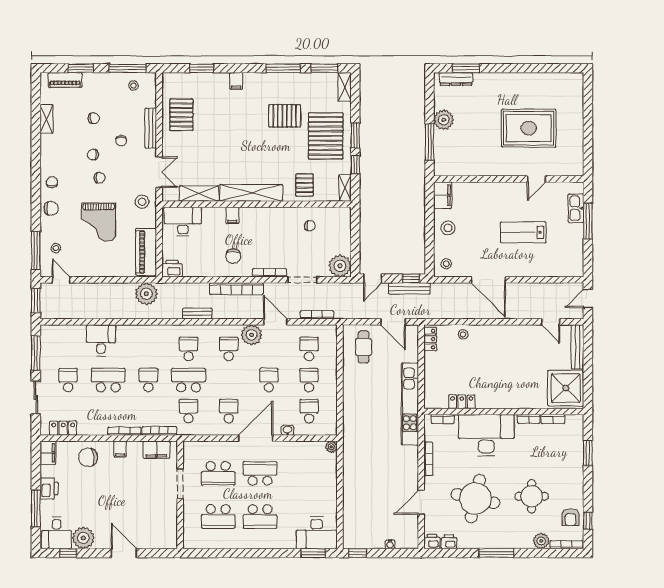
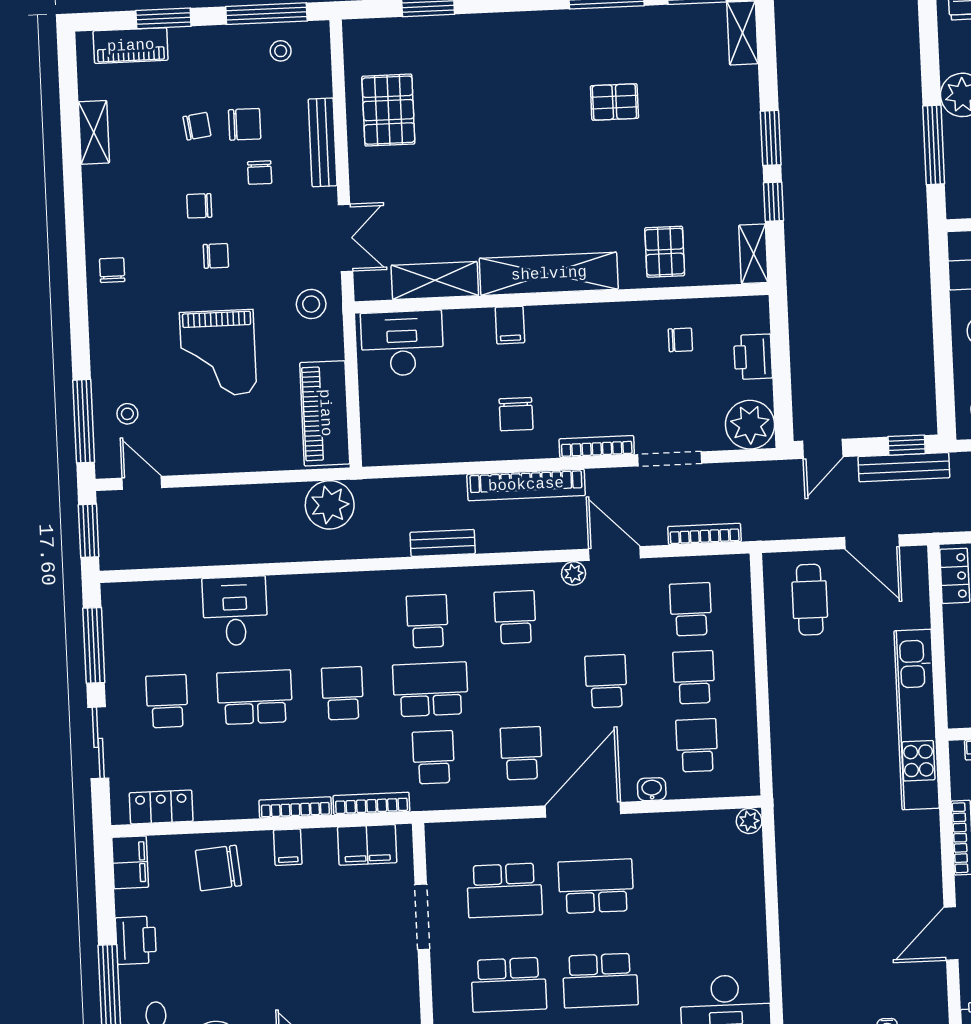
filing cabinet: (236, 81) -> (505, 31), removed
pallet: (285, 116) -> (614, 102), width x0.67, depth x0.71
pallet: (326, 136) -> (706, 142), removed
chair: (51, 208) -> (245, 124), moved
printer: (172, 269) -> (753, 357), moved, turned -90
plant: (252, 335) -> (574, 573), width x0.53, depth x0.53

